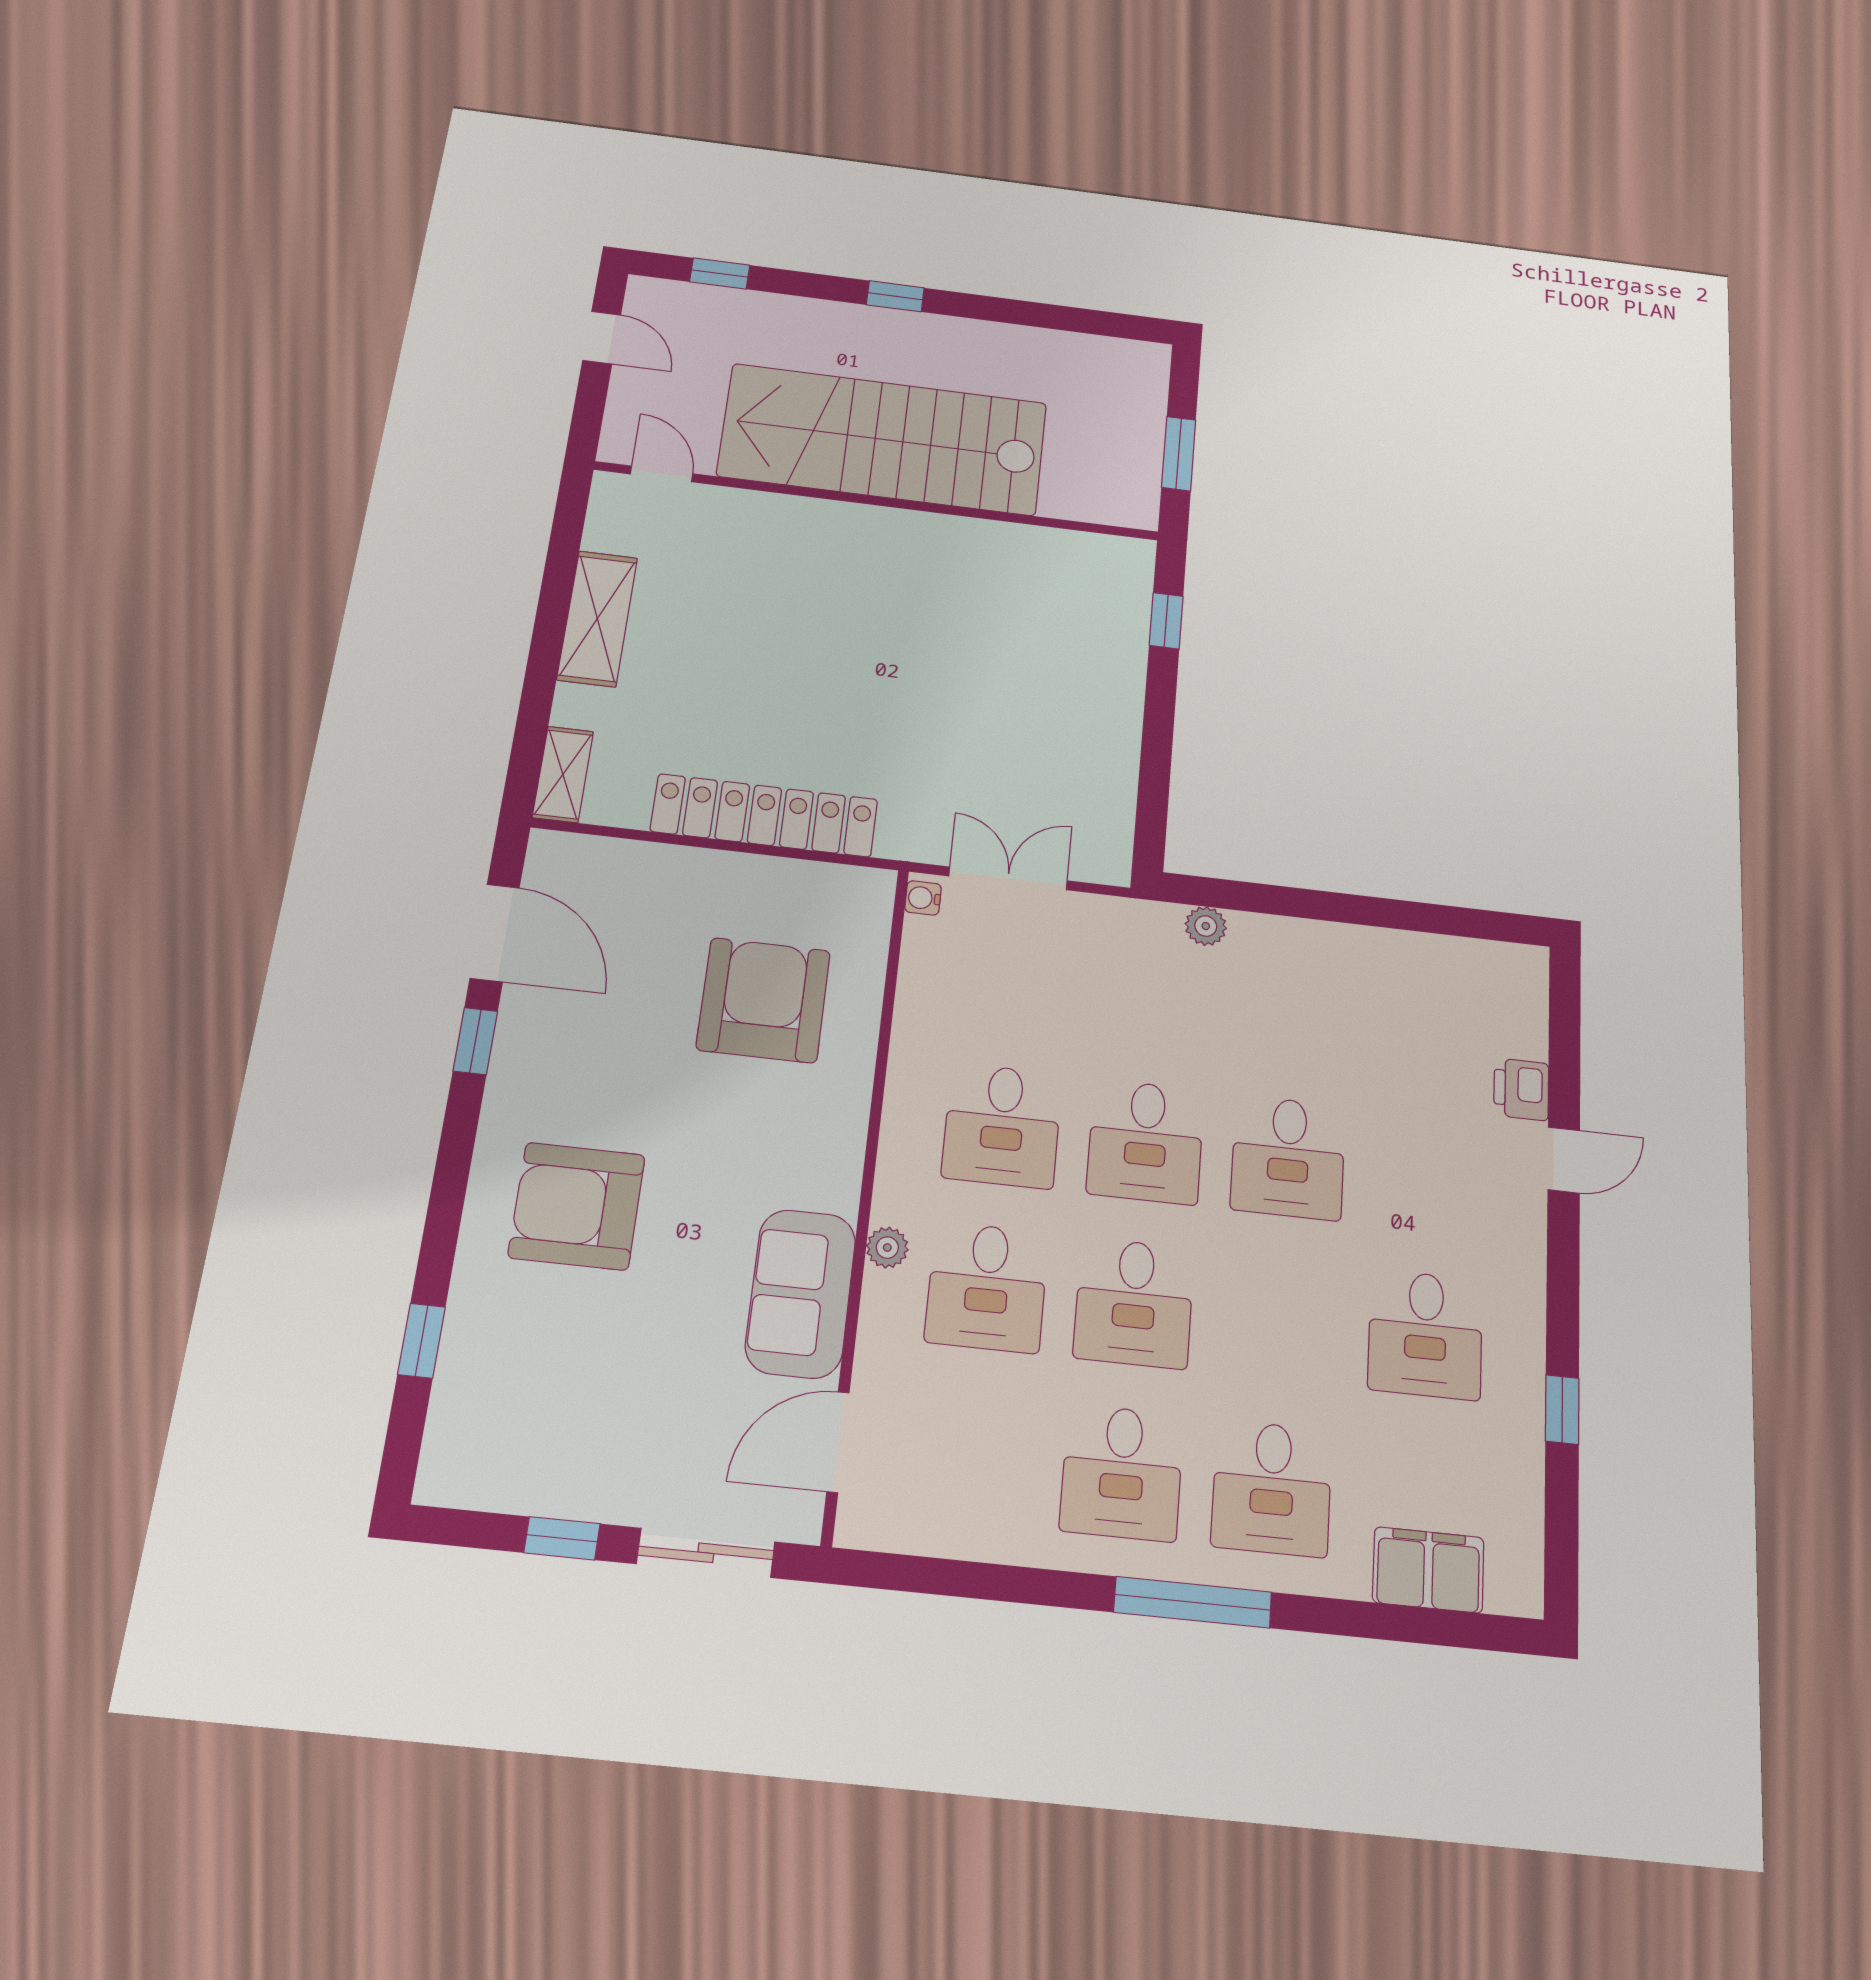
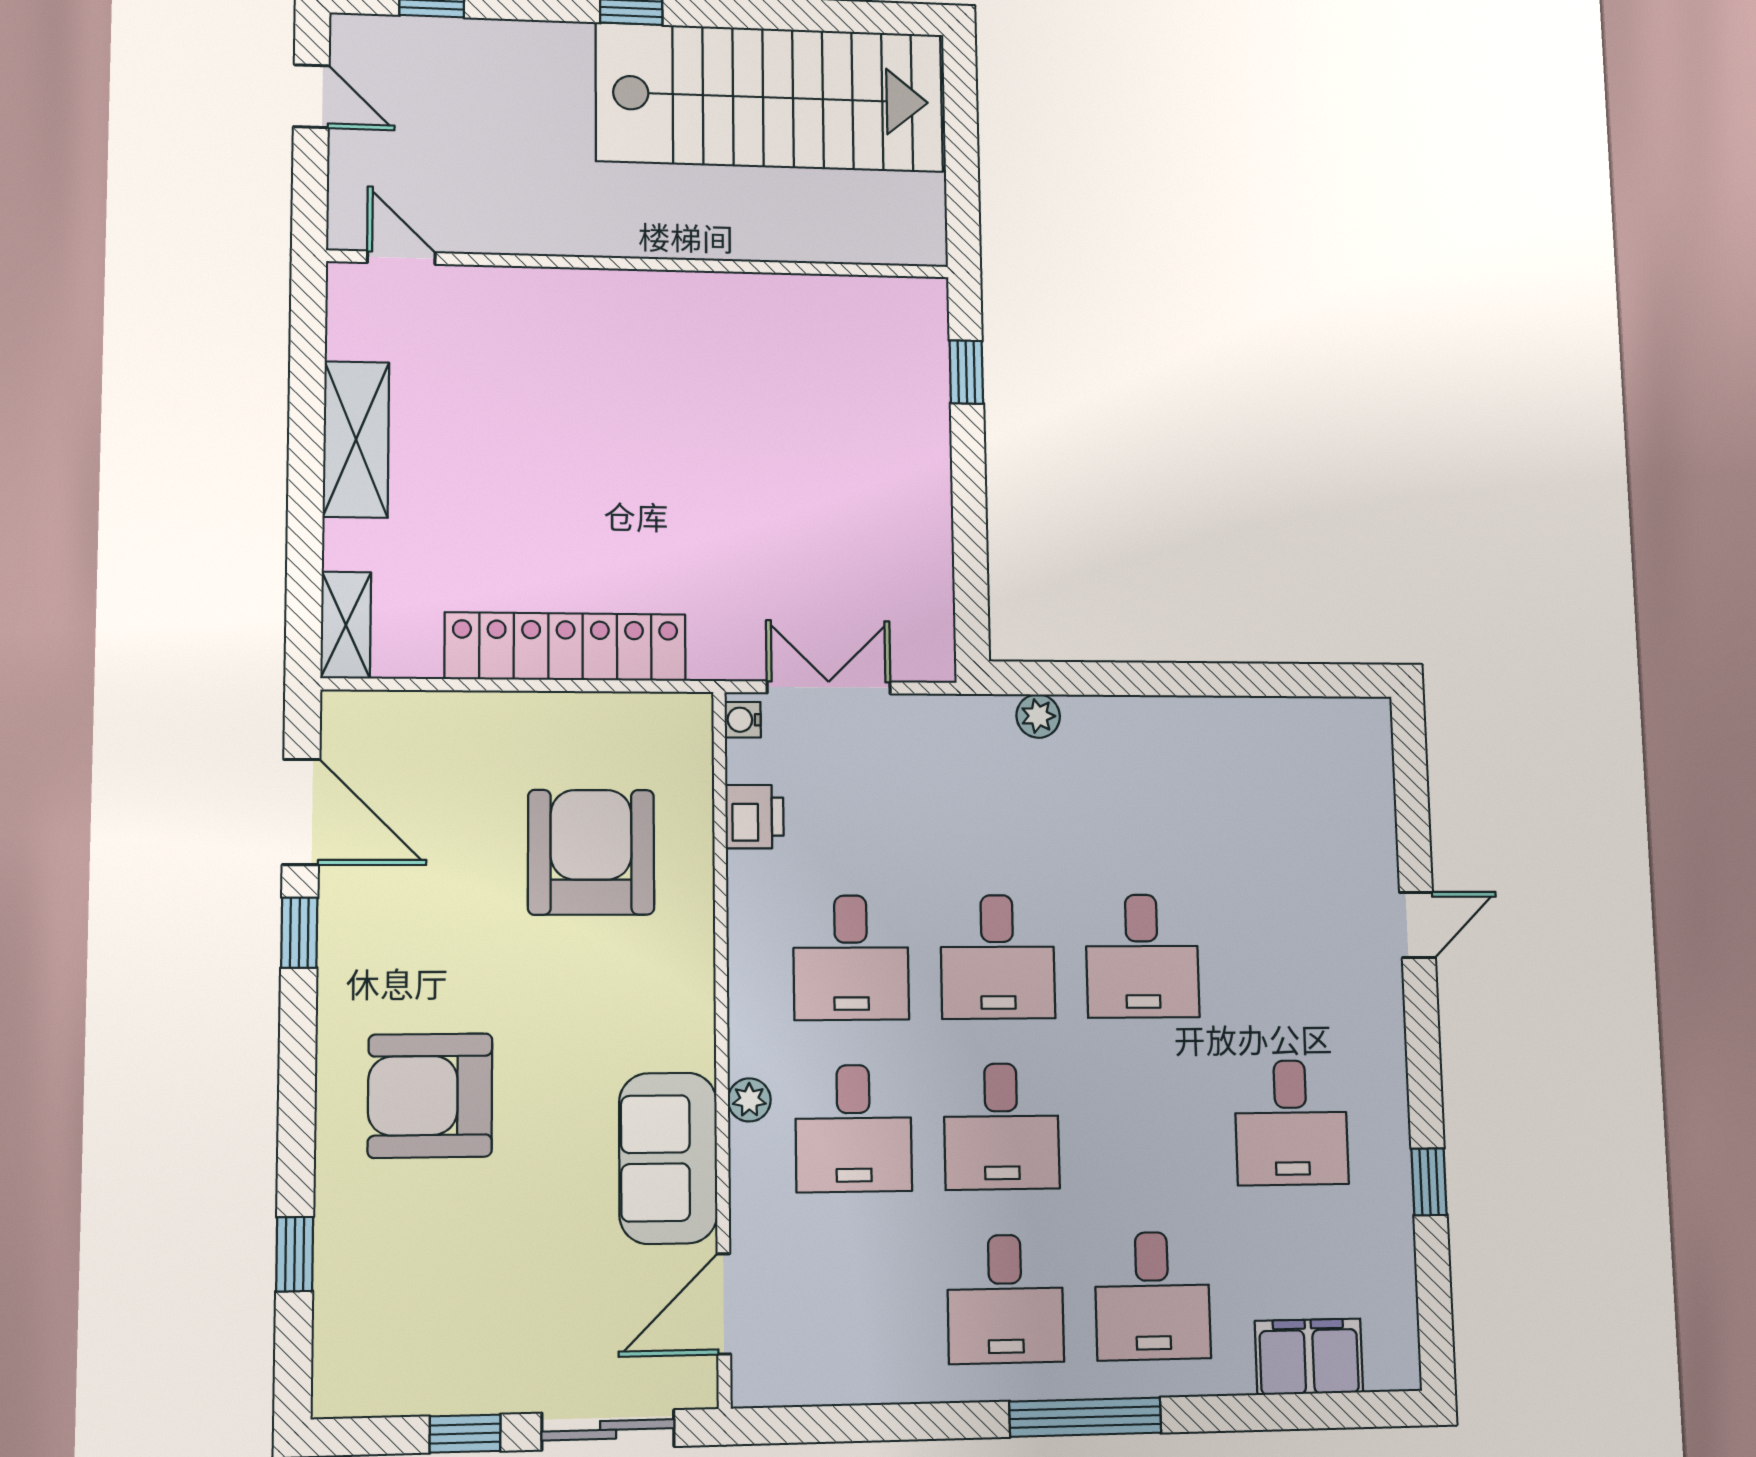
stairs: (883, 439) -> (770, 97), moved, turned 180
window: (1179, 454) -> (962, 170), removed
printer: (1521, 1089) -> (755, 817), moved, turned 180

